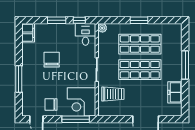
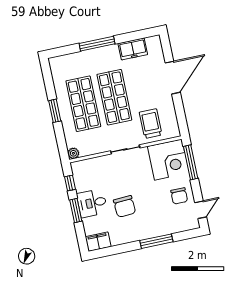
desk: (85, 34) -> (92, 203), moved
chair: (52, 60) -> (125, 206), turned -93

